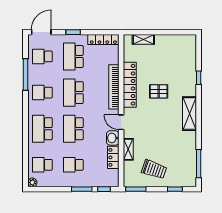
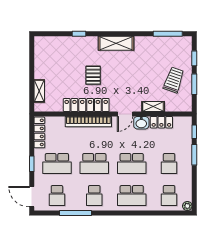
window: (136, 189) -> (194, 84), moved

